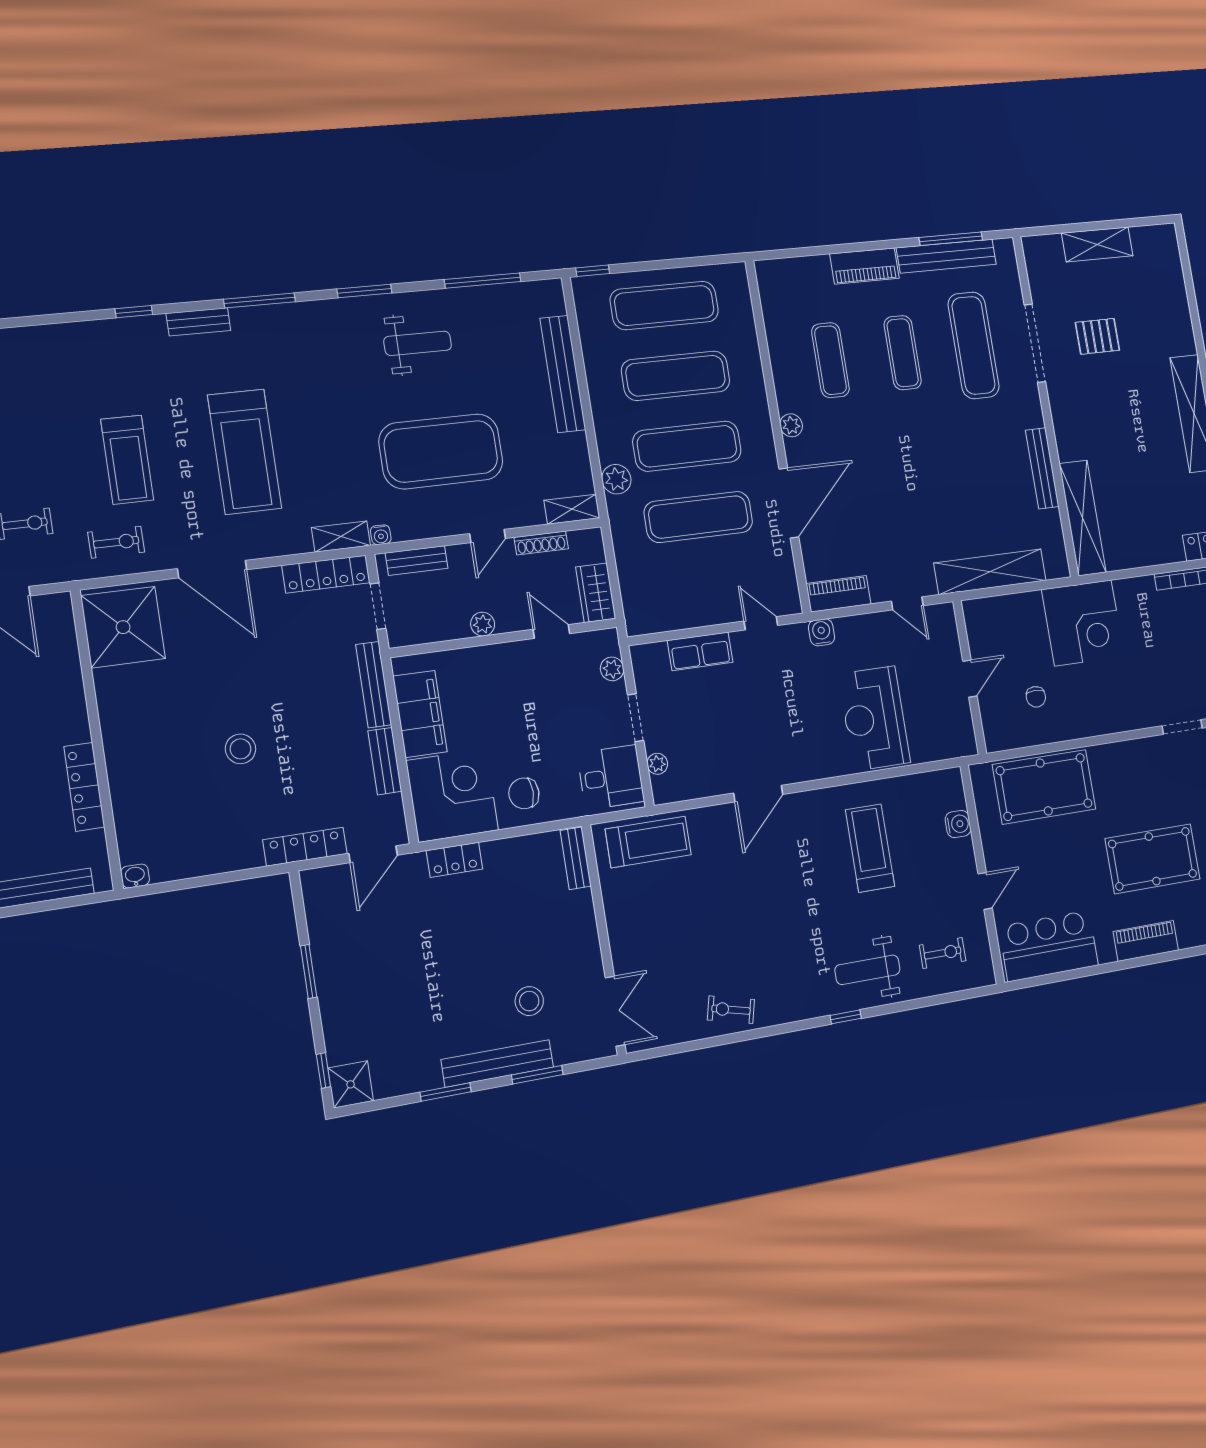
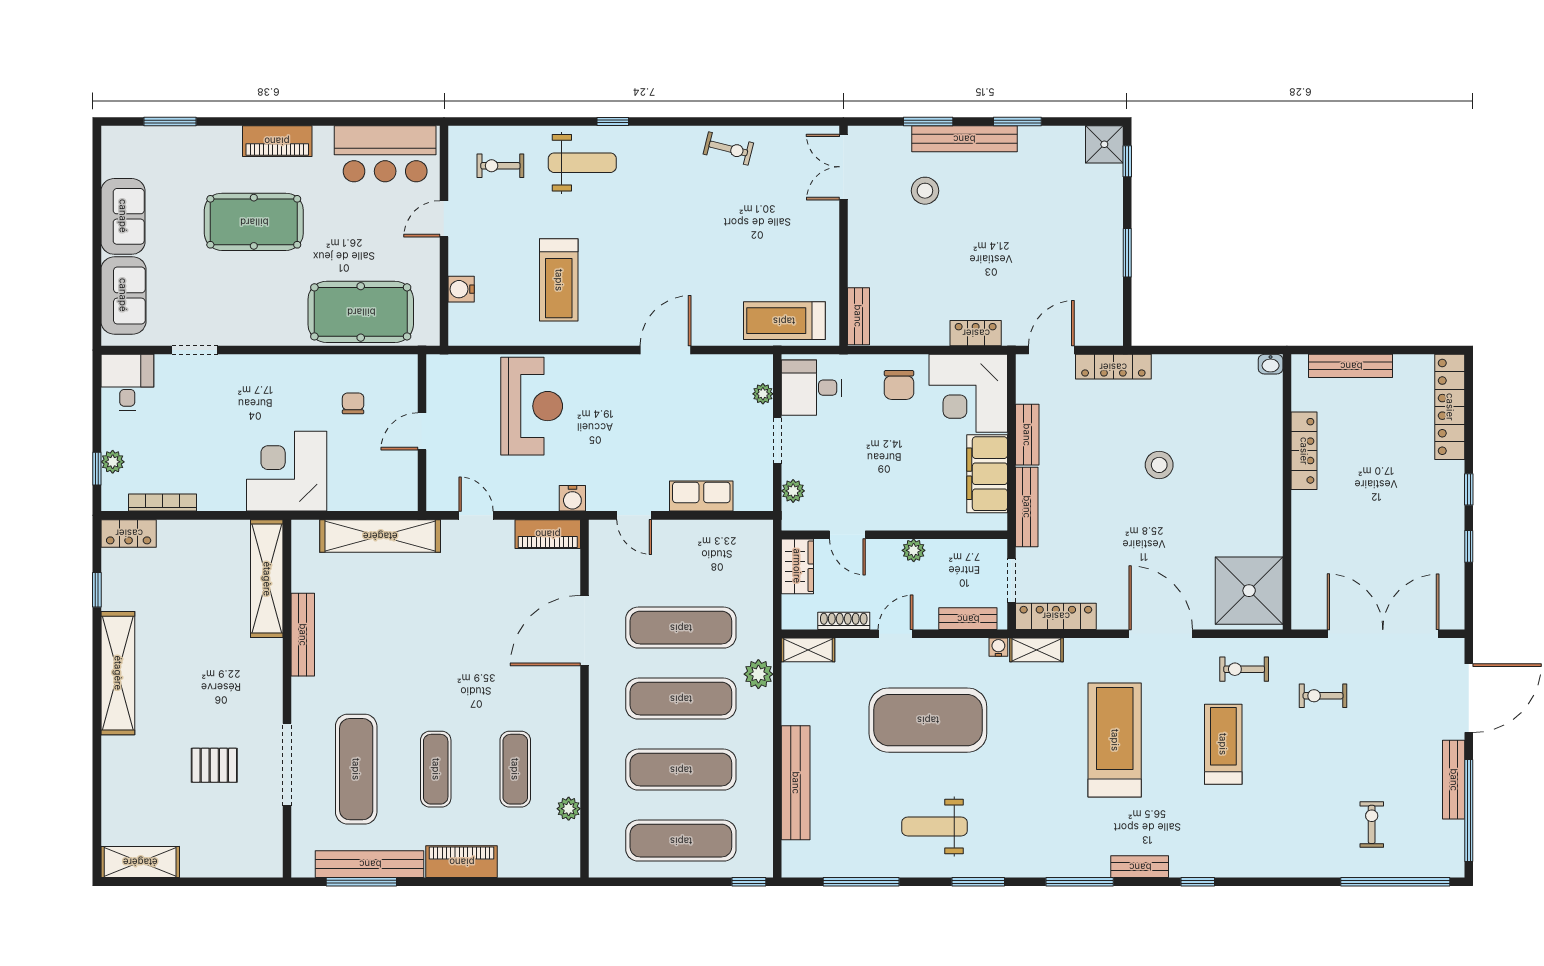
shelving: (1097, 244) -> (140, 862), moved
plant: (791, 425) -> (569, 809), moved
chair: (524, 793) -> (899, 385), turned 90

